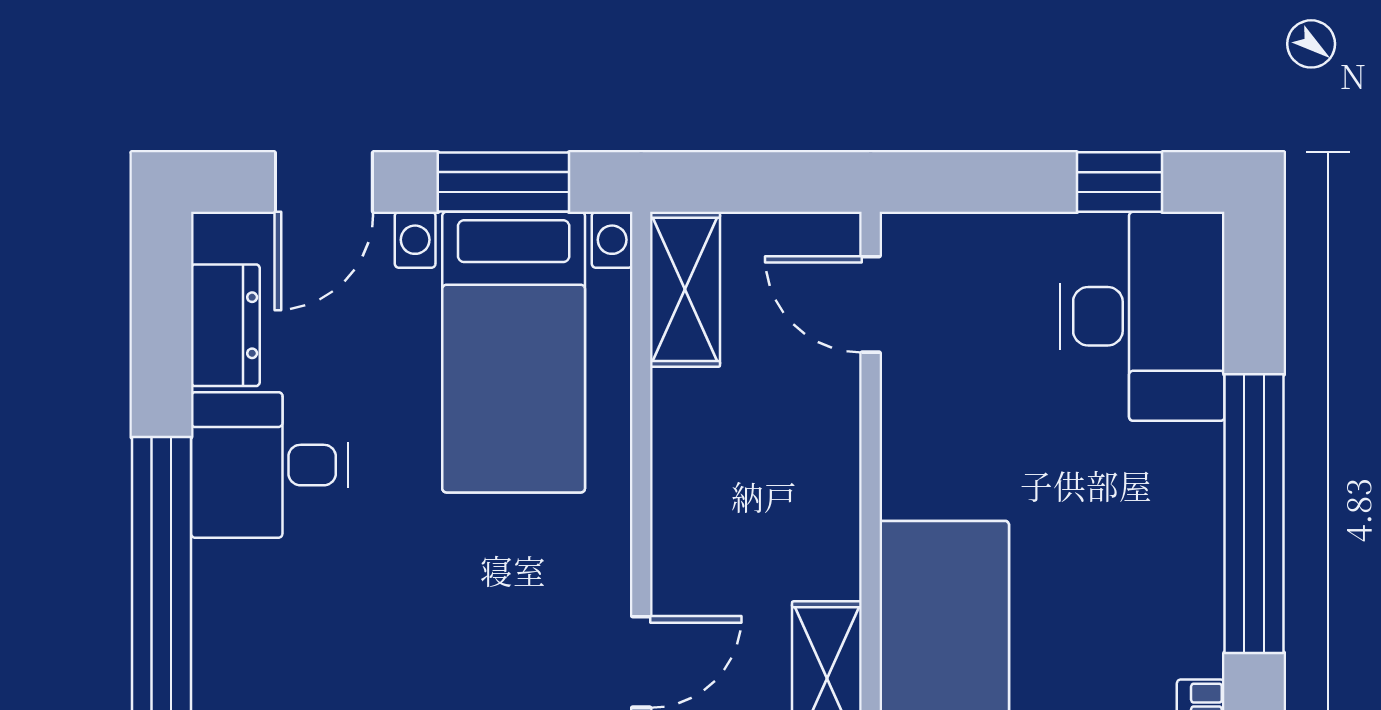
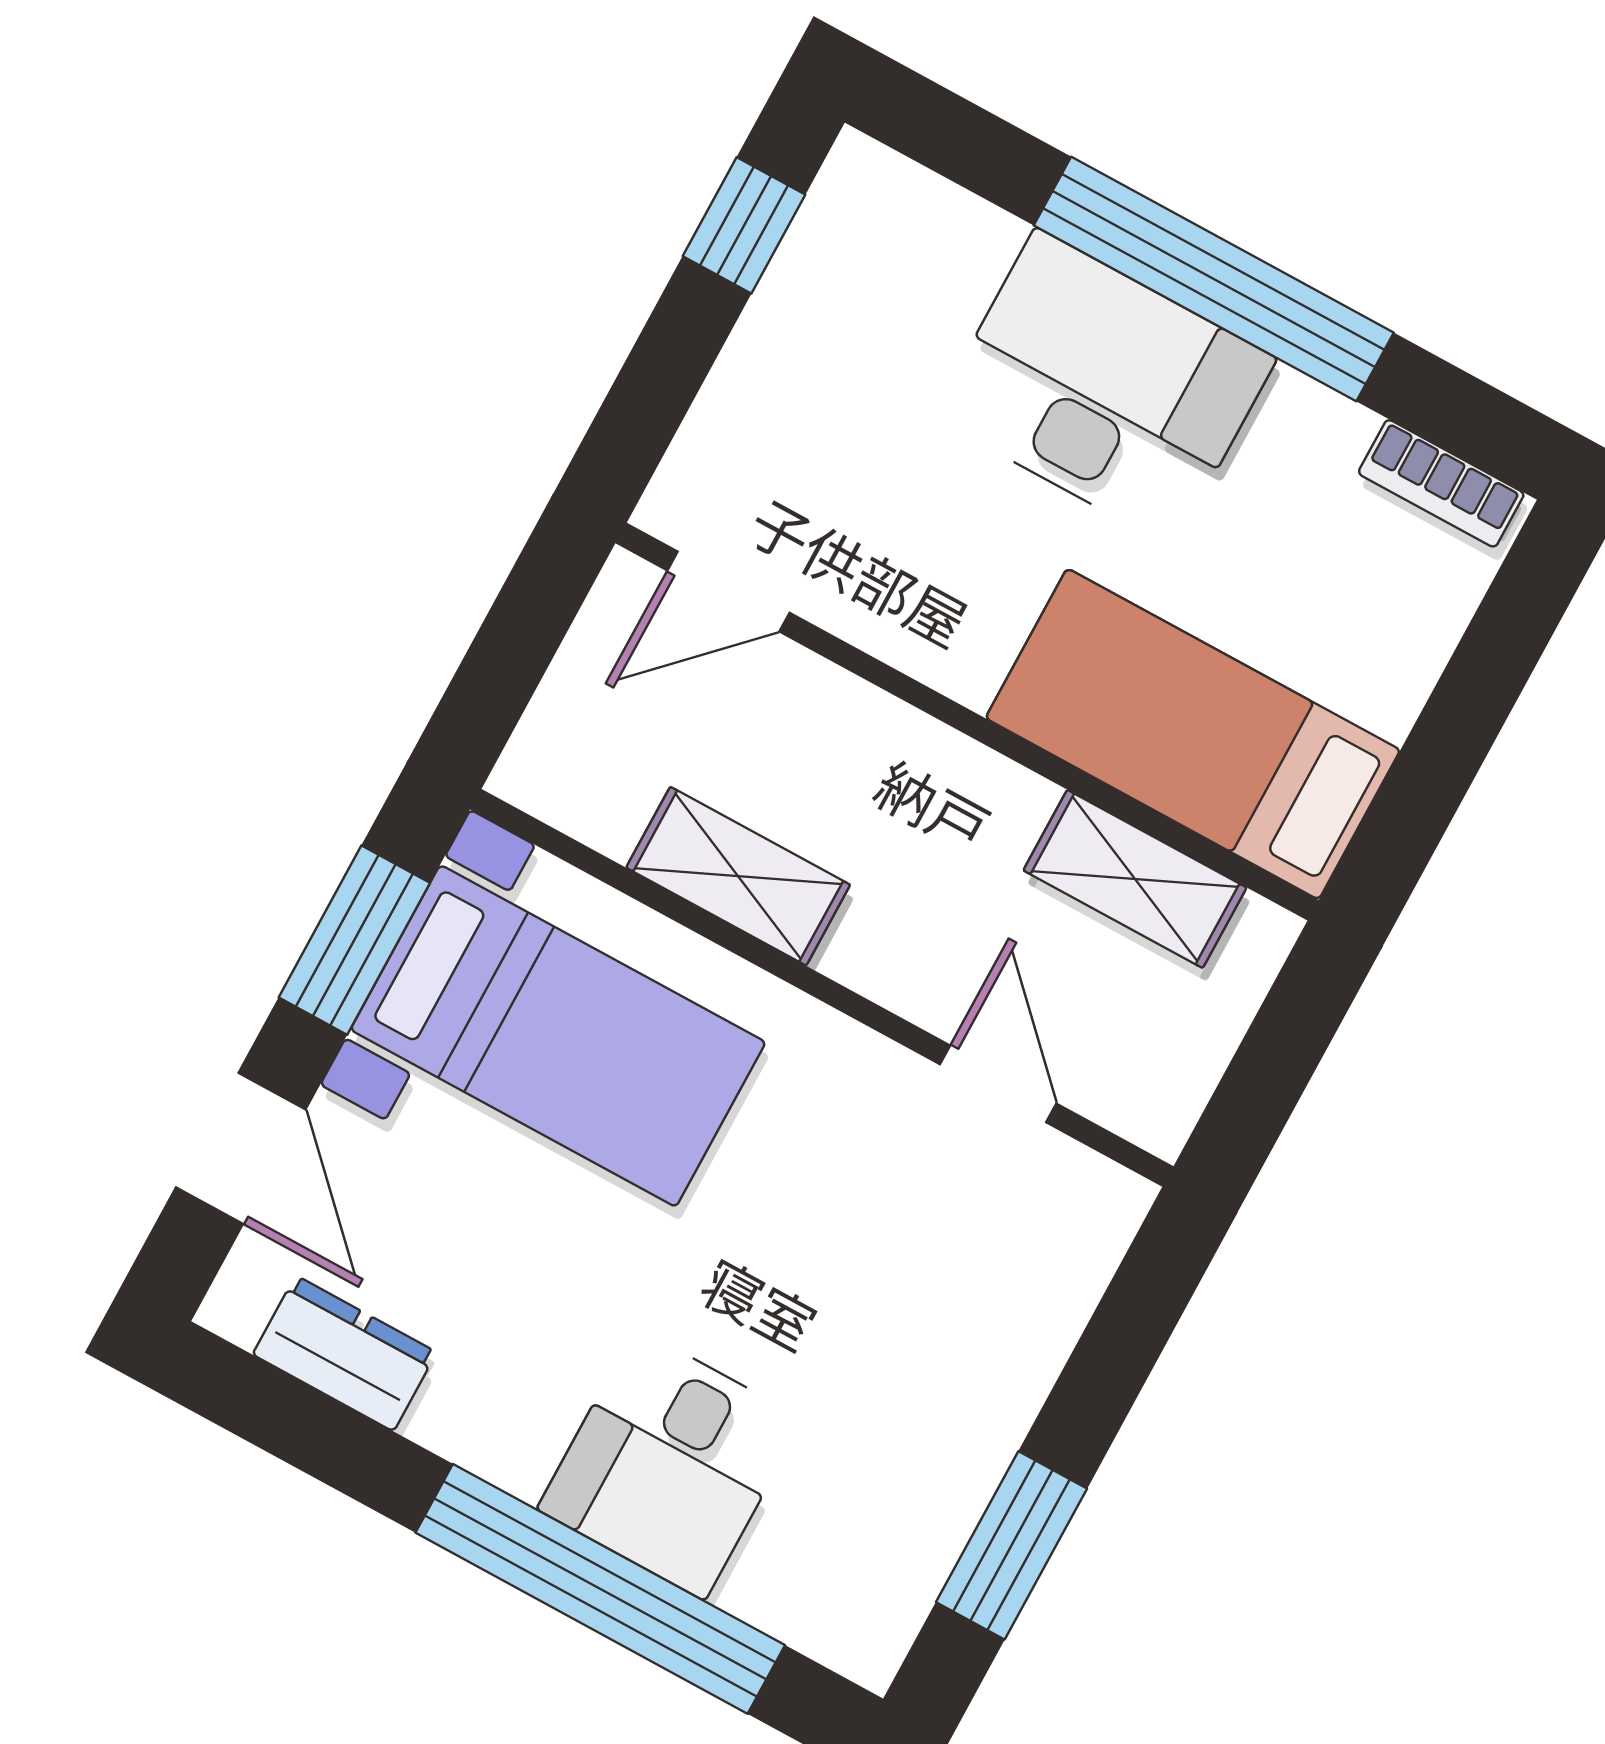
shelving: (685, 289) -> (738, 876), moved
desk: (1142, 316) -> (1104, 388), moved
desk: (270, 465) -> (670, 1464), moved

